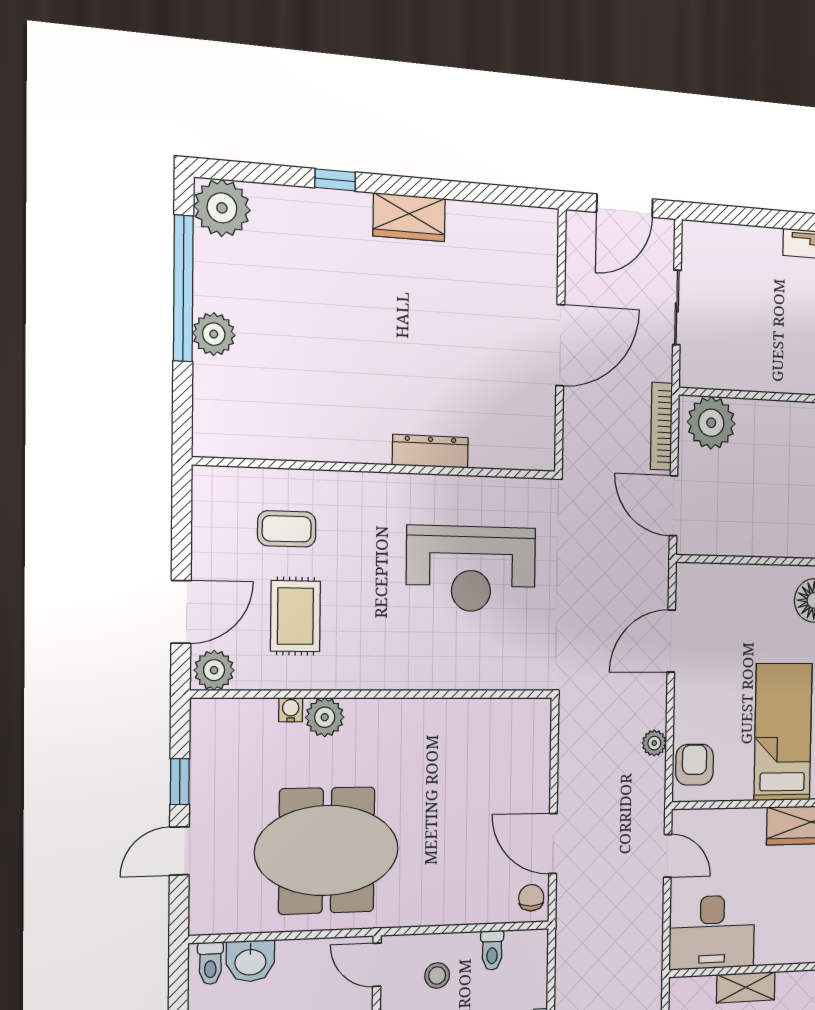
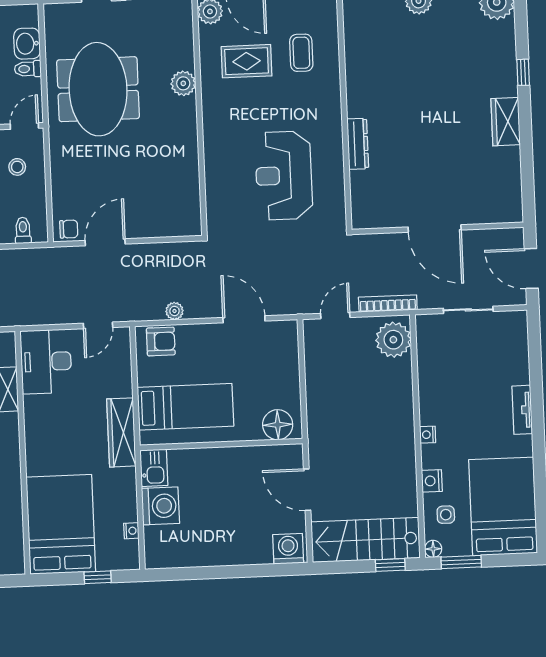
door: (674, 506) -> (335, 315), width x0.73
water cooler: (291, 710) -> (187, 61), removed
toilet: (492, 950) -> (23, 230), moved, turned 90
toilet: (210, 963) -> (28, 69), moved

